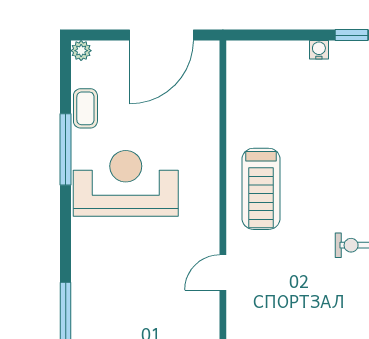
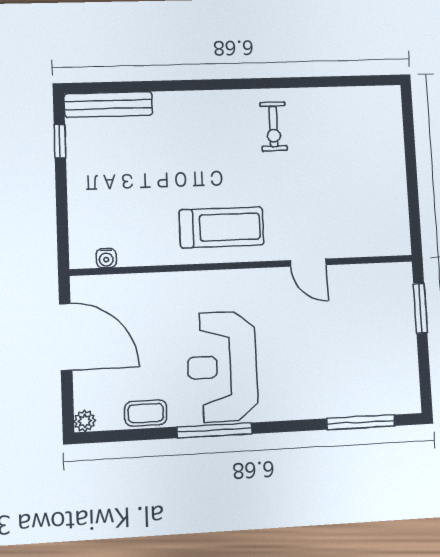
water cooler: (319, 50) -> (106, 258), moved, turned -90
window: (66, 149) -> (214, 430), moved

